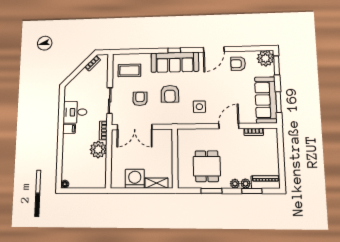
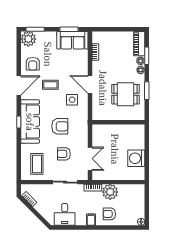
door: (214, 49) -> (19, 85), hinge flipped
coffee table: (215, 83) -> (50, 85), added
sofa: (266, 100) -> (72, 40), width x0.73
desk: (75, 112) -> (65, 214), moved
door: (229, 126) -> (90, 84), moved
double door: (135, 127) -> (90, 159), width x0.73
armchair: (74, 149) -> (109, 214), added
shelving: (156, 183) -> (140, 139), removed

